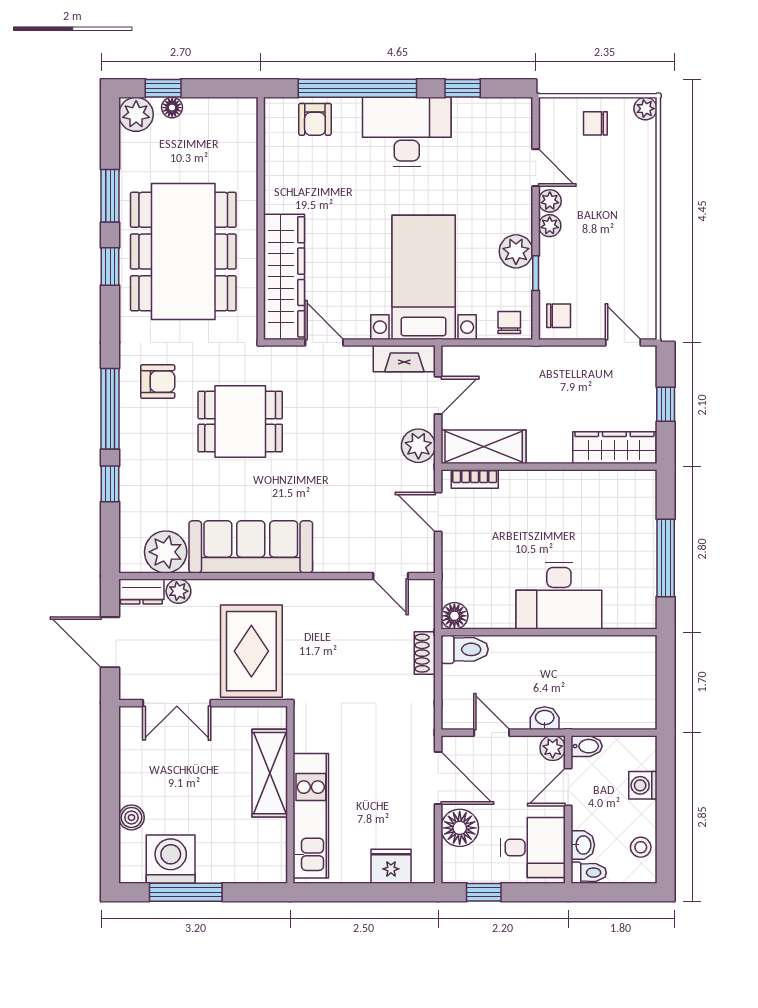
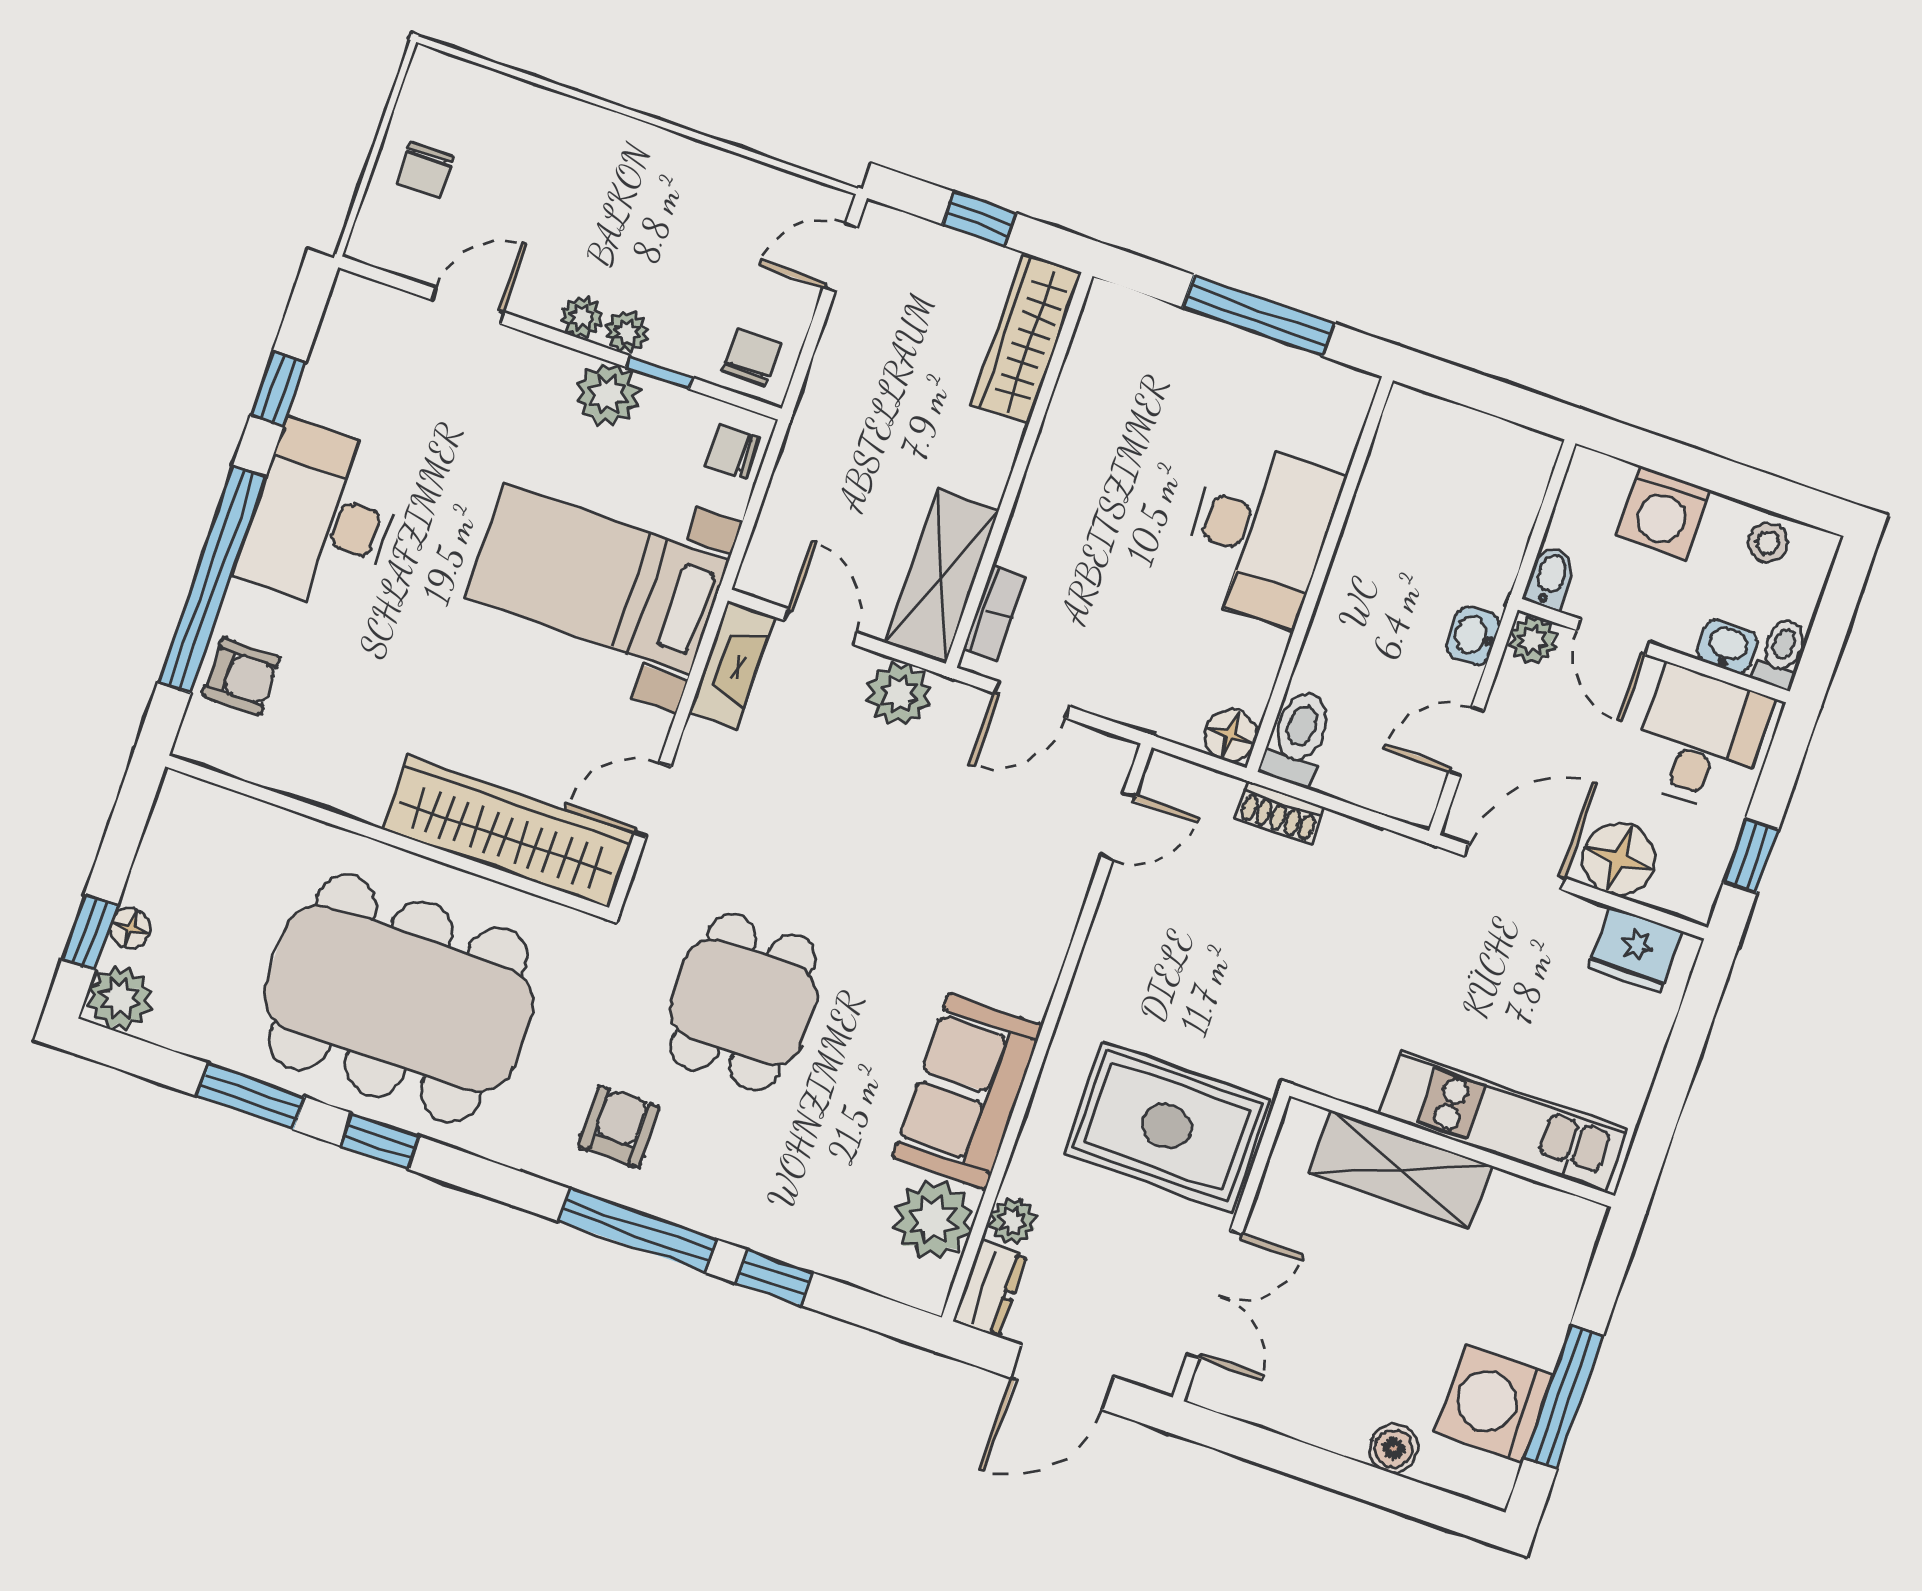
plant: (645, 109) -> (430, 70), removed
plant: (550, 201) -> (627, 332), moved
sofa: (251, 547) -> (967, 1091), width x0.73
washing machine: (643, 785) -> (1663, 513), width x1.38, depth x1.38
fridge: (391, 866) -> (1635, 950), moved, turned -90

